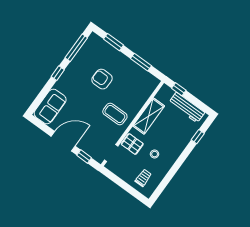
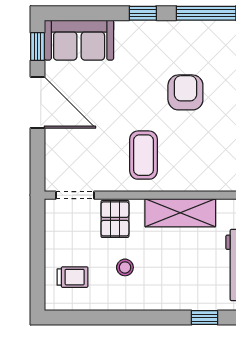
window: (84, 157) -> (37, 47), moved

